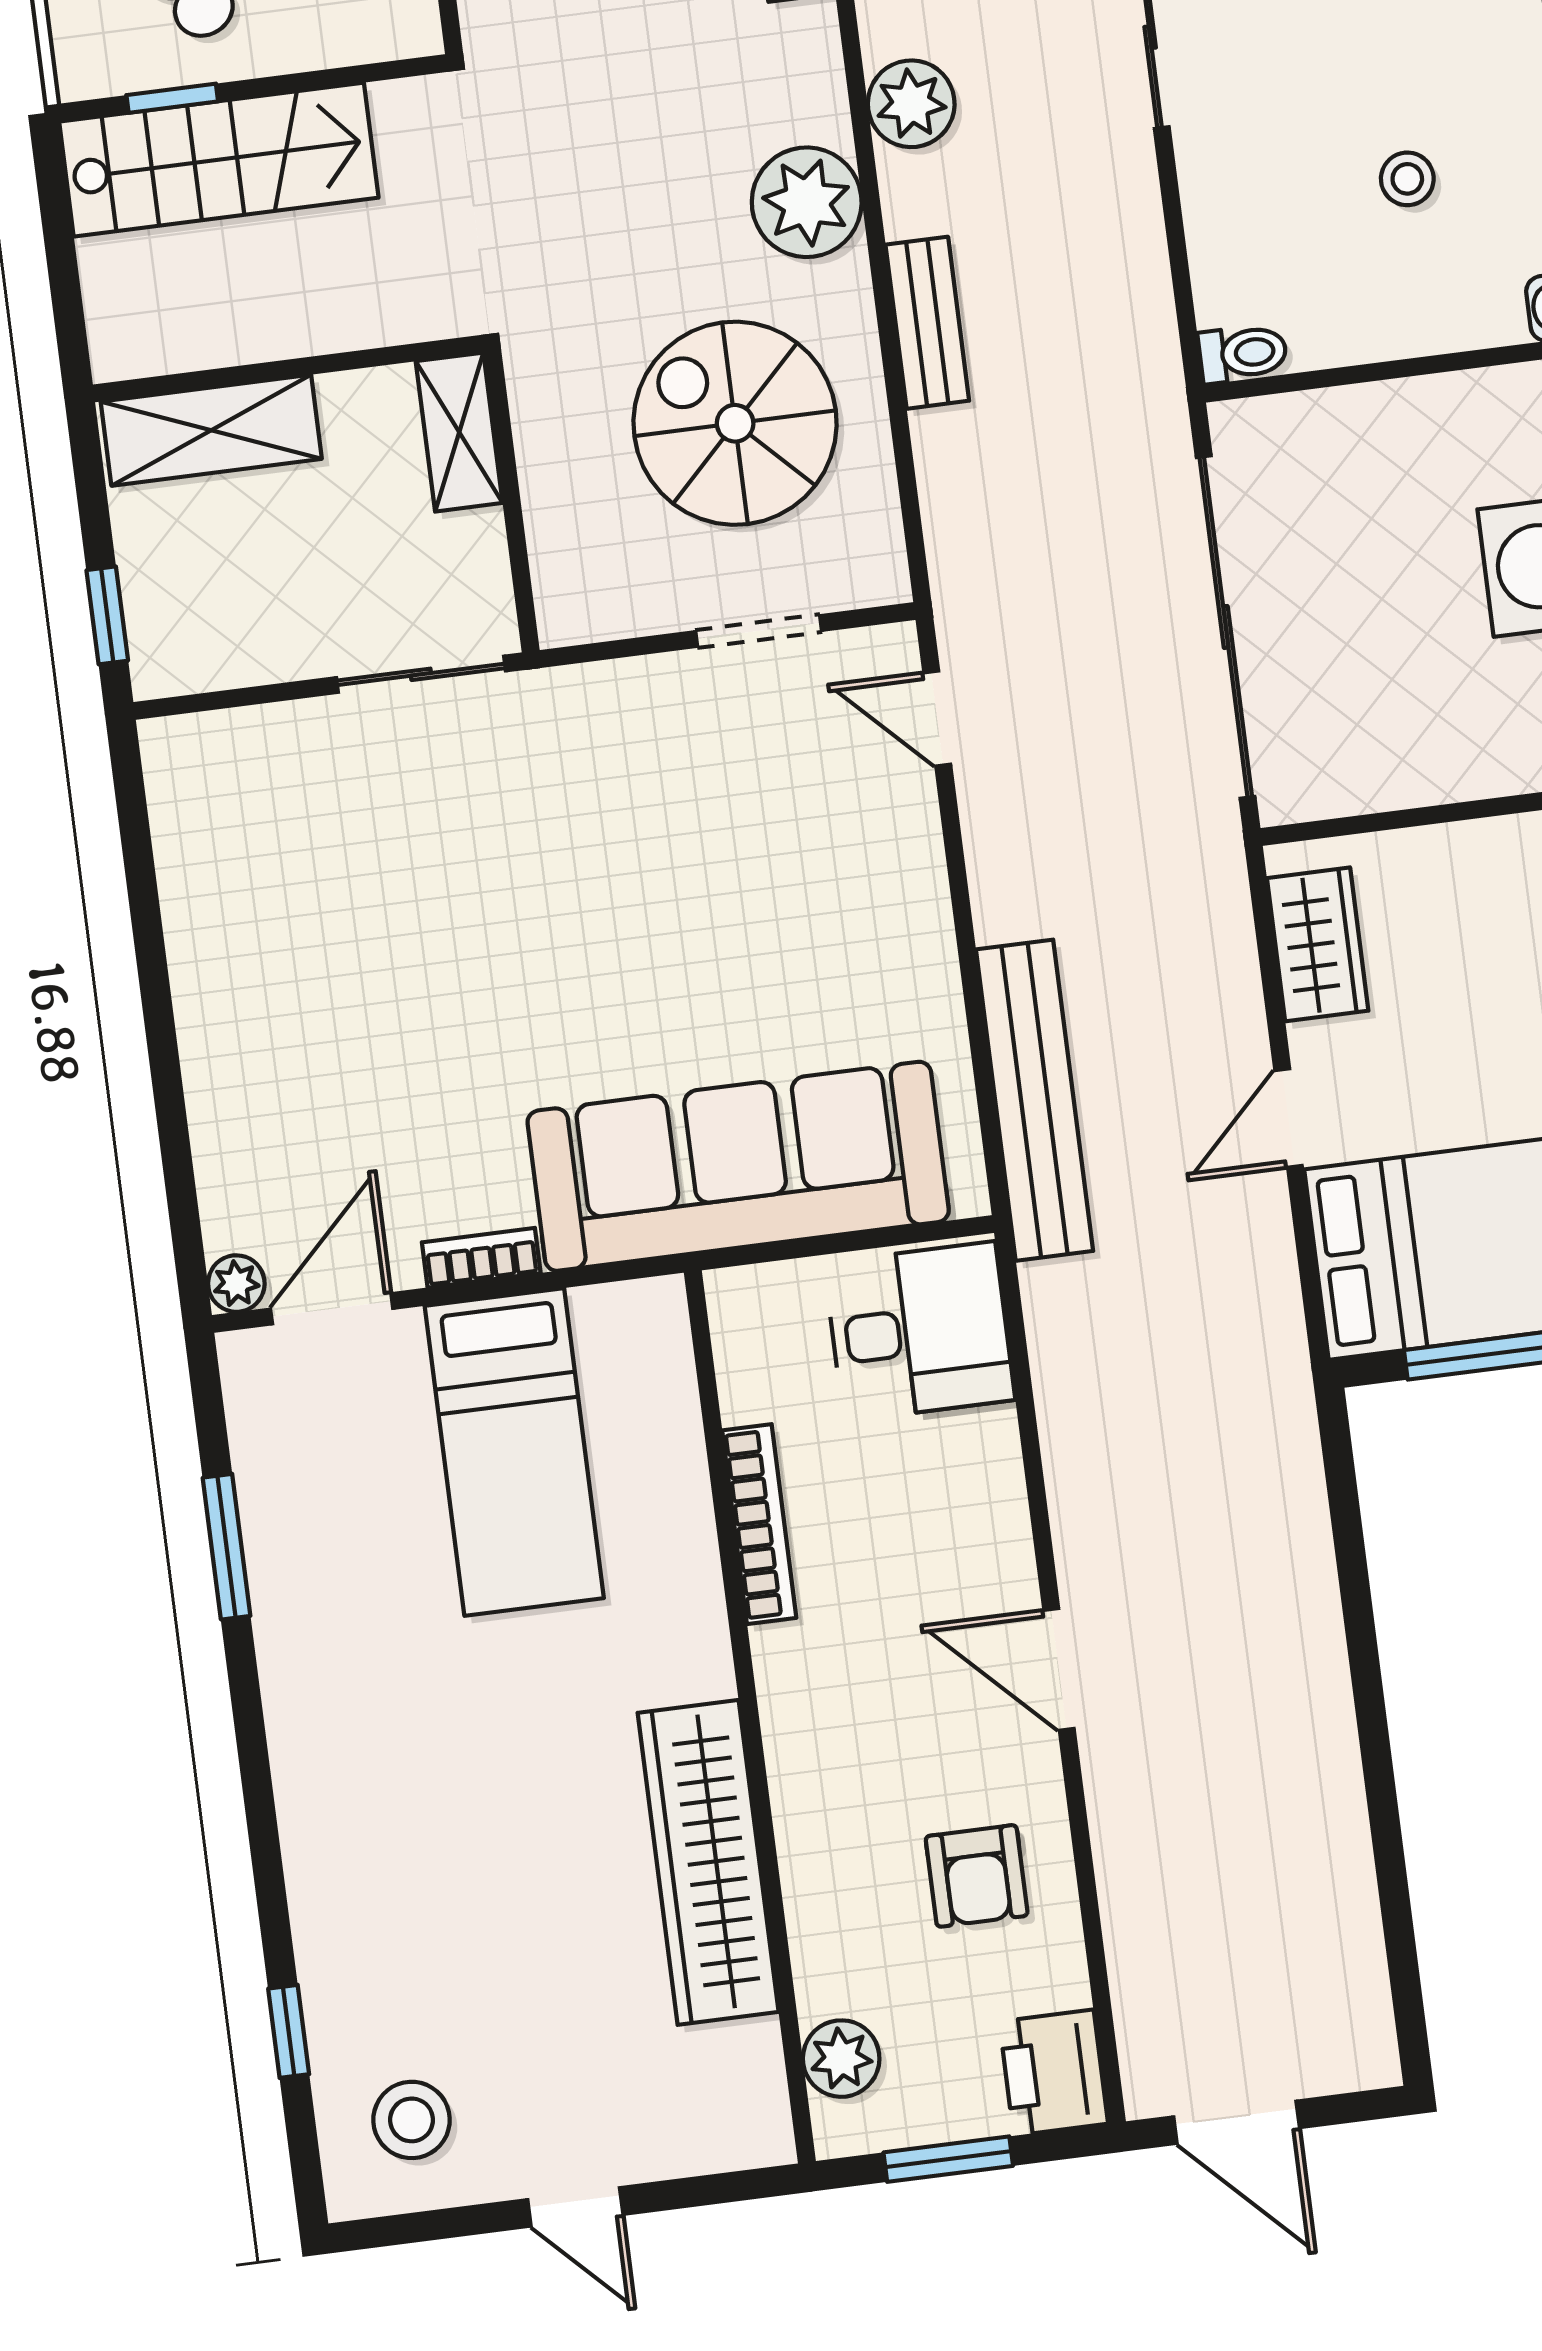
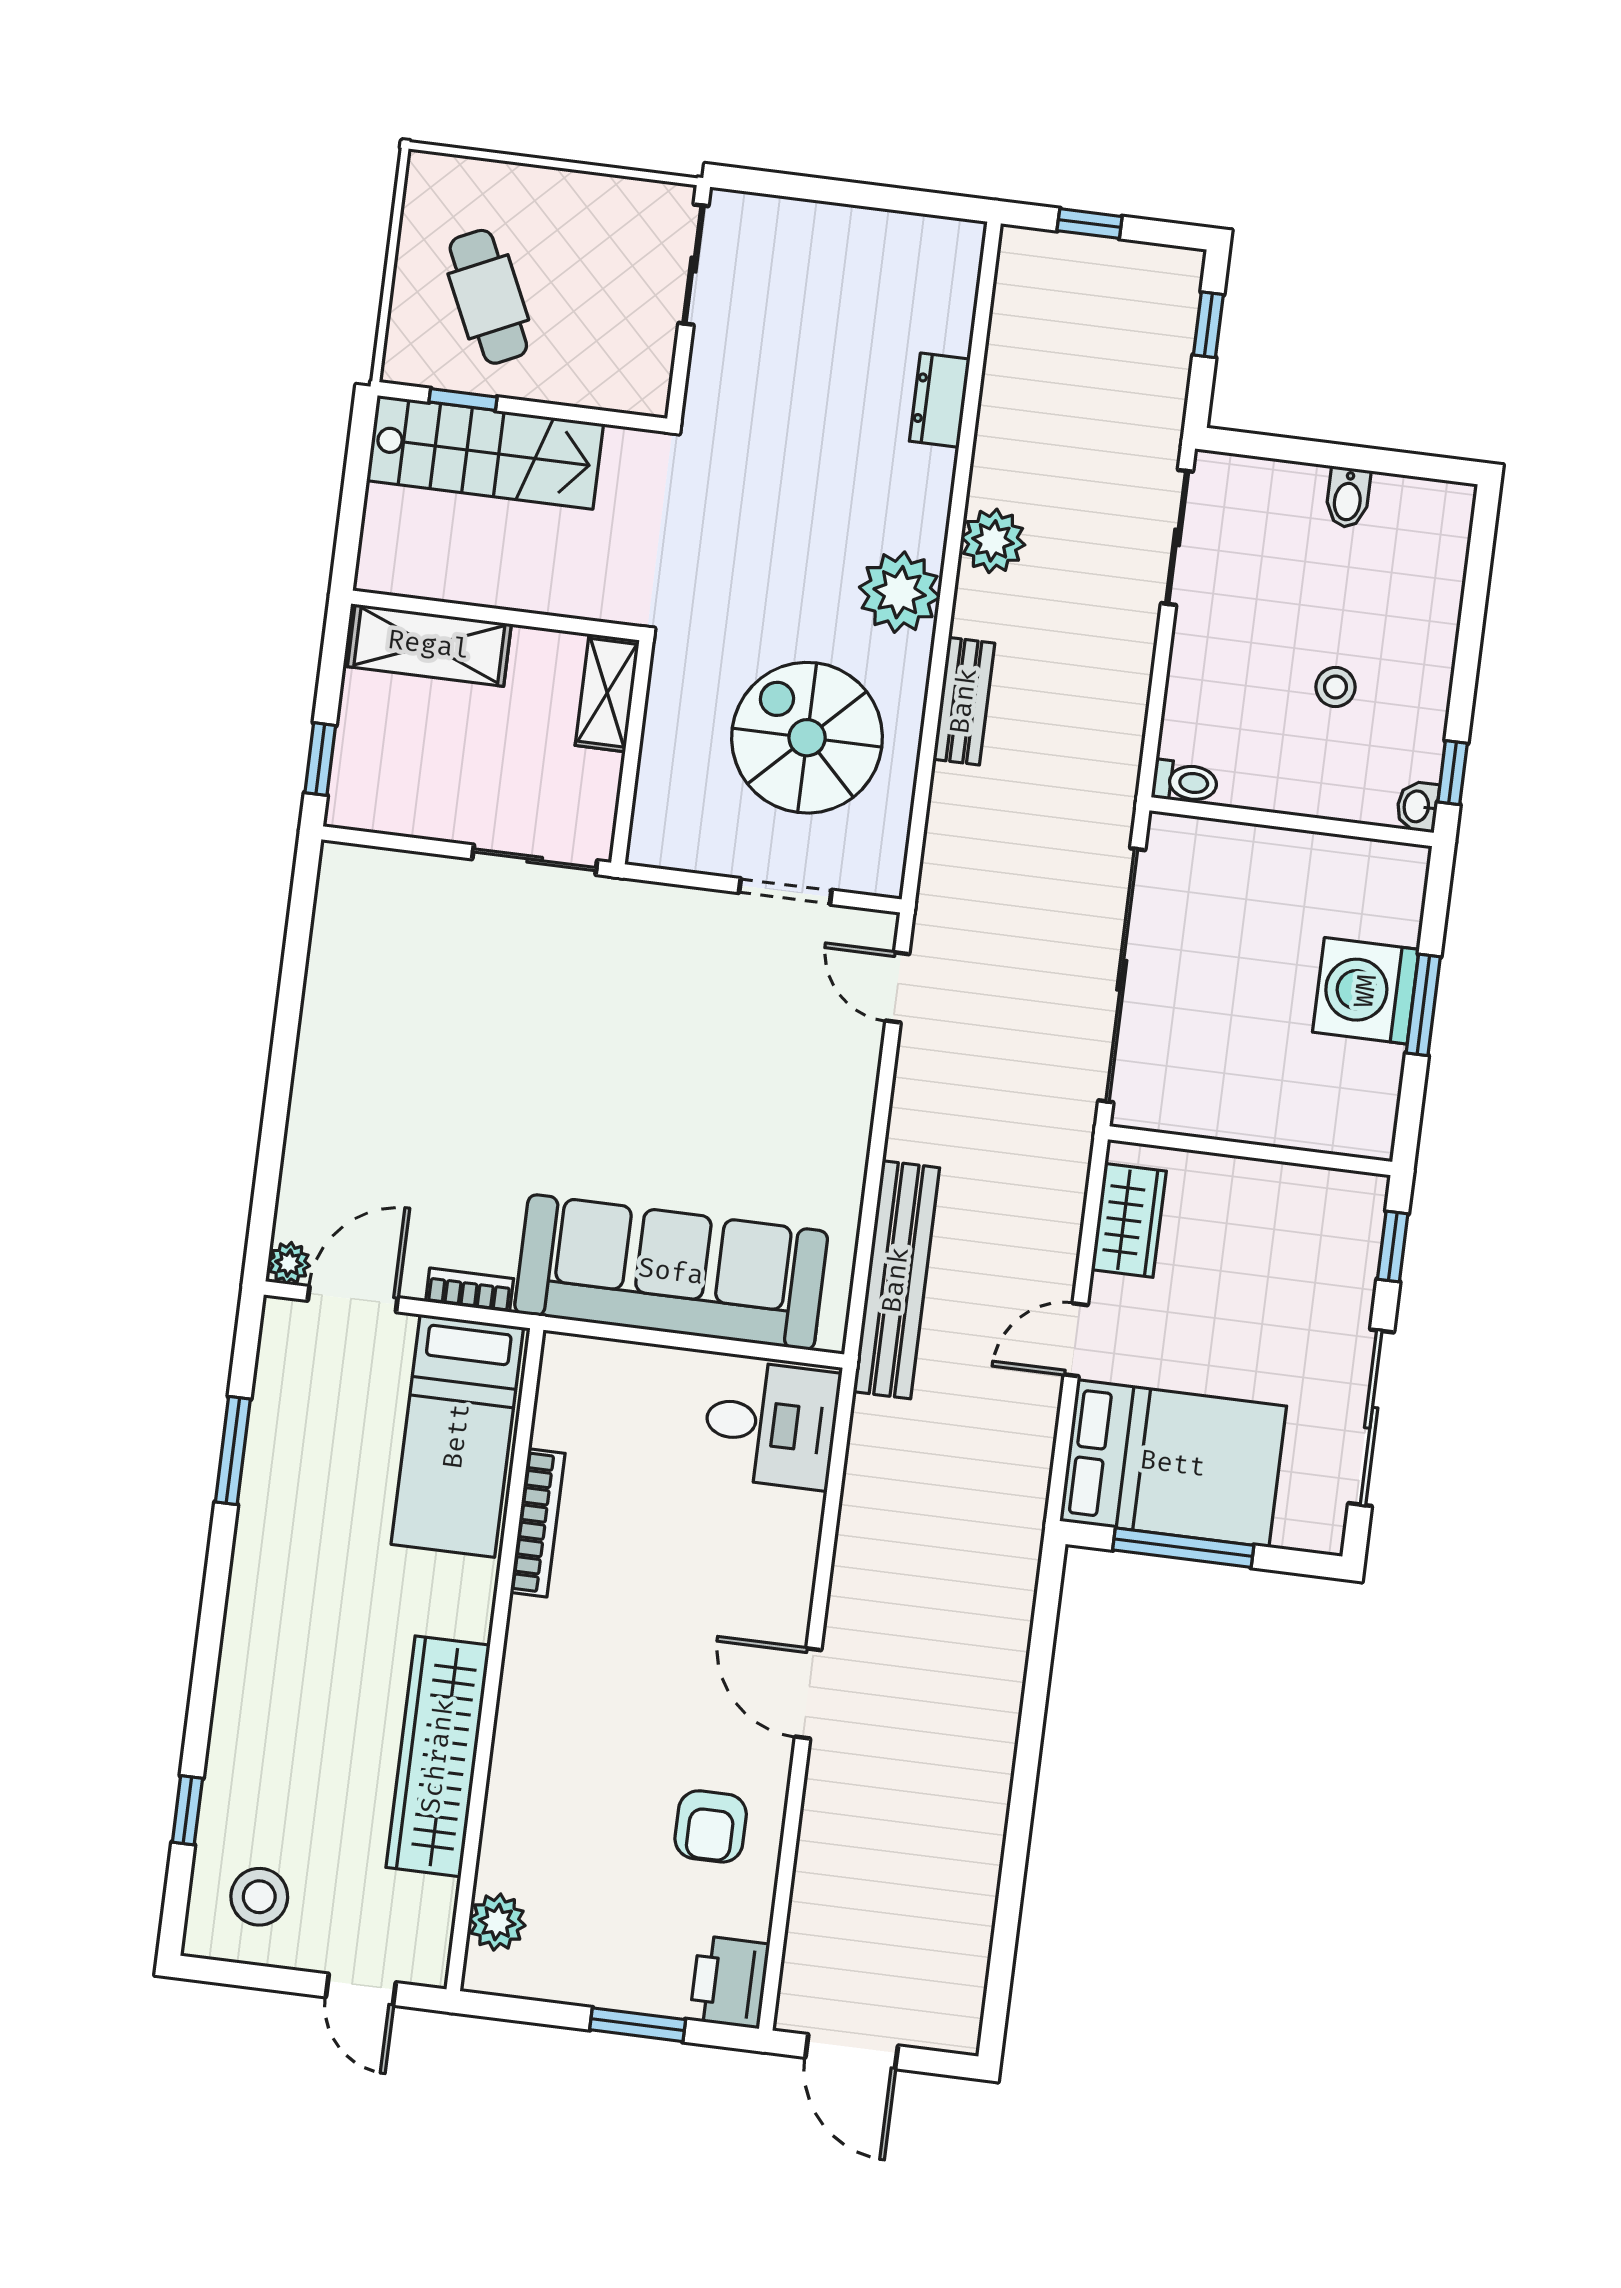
bookcase: (759, 1524) -> (538, 1523), moved
wall: (750, 1717) -> (495, 1660), moved
wardrobe: (708, 1862) -> (438, 1756), moved
plant: (841, 2059) -> (497, 1922), moved

